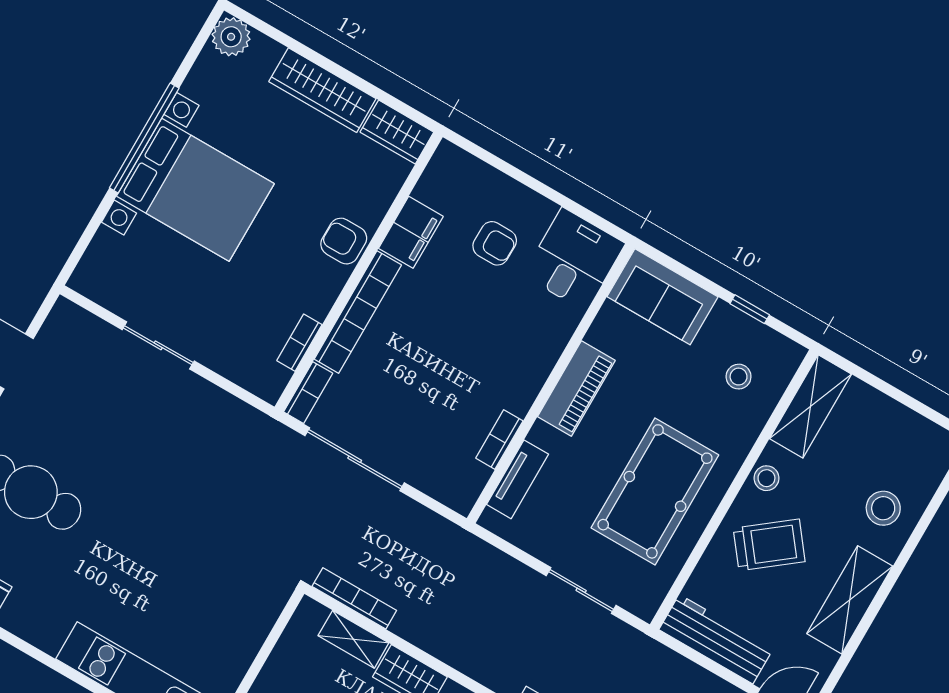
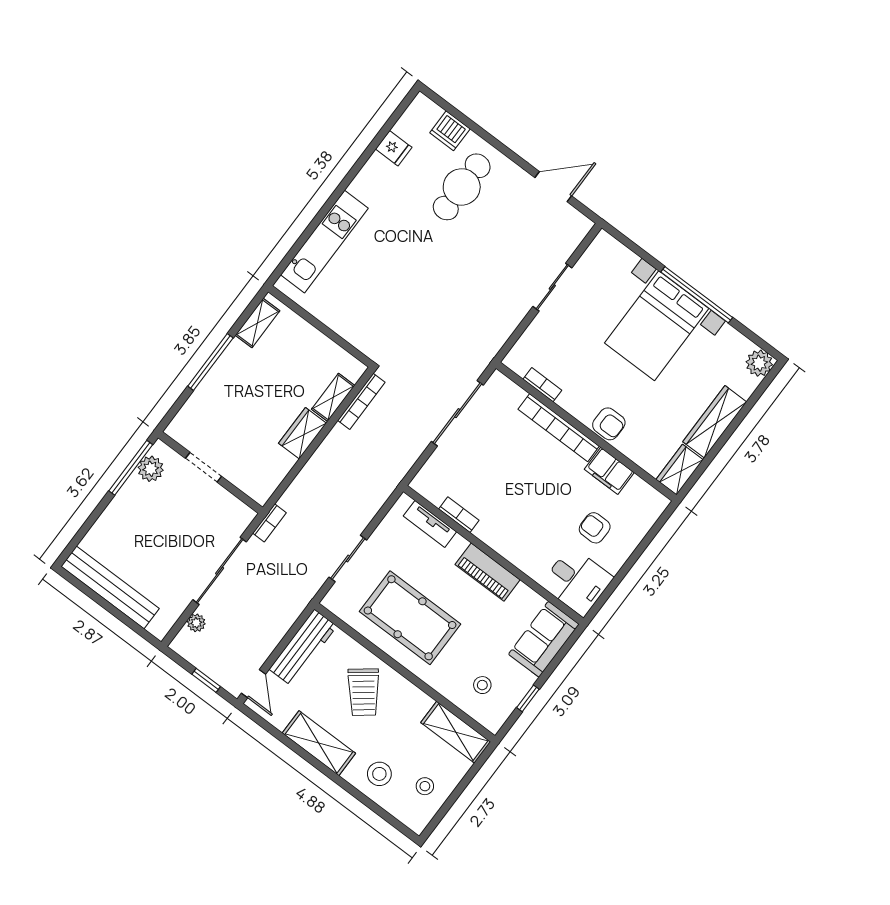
armchair: (344, 241) -> (609, 424), turned 90
armchair: (495, 243) -> (595, 528), turned 90
bookcase: (308, 393) -> (507, 387), removed
stool: (766, 478) -> (425, 786), moved

